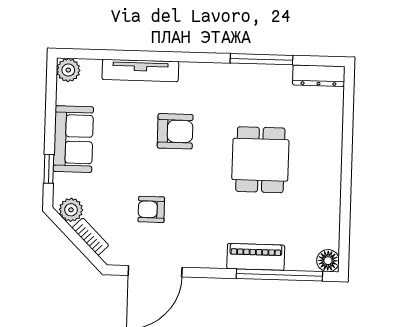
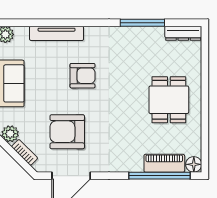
dining table: (260, 160) -> (169, 100), moved
armchair: (151, 209) -> (67, 132), width x1.88, depth x1.88
piano: (256, 257) -> (164, 163), moved

